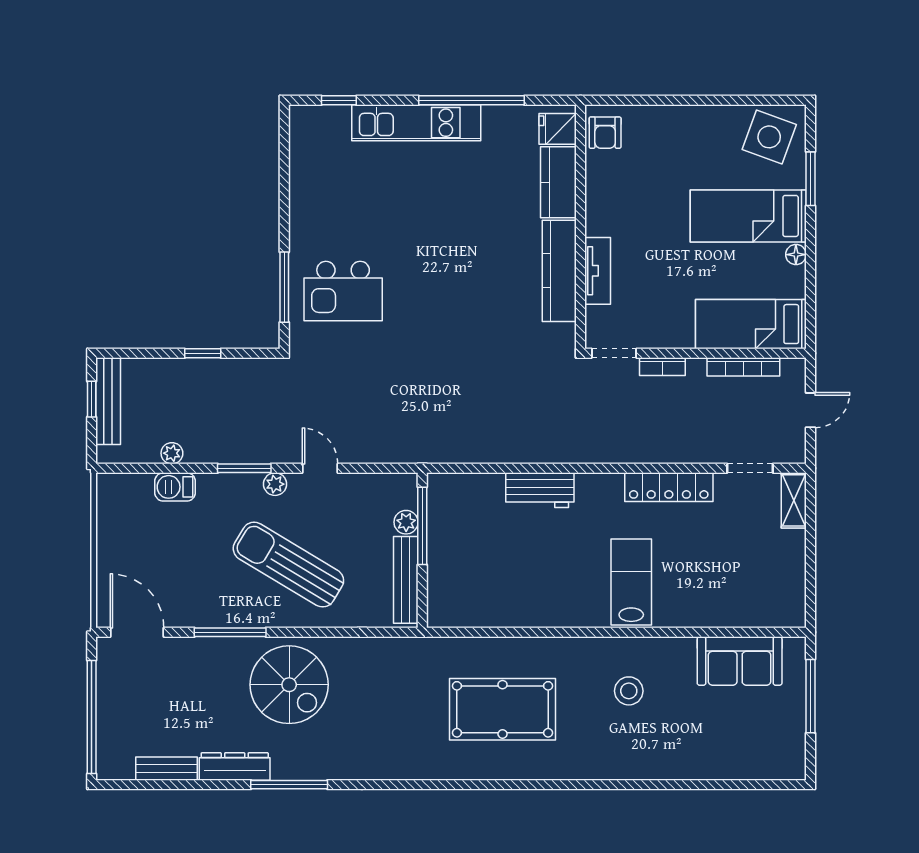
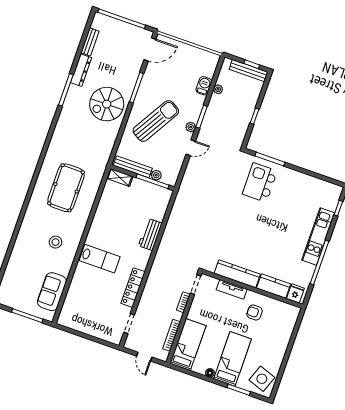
armchair: (605, 133) -> (255, 312), moved
shelving: (794, 500) -> (120, 177), moved

